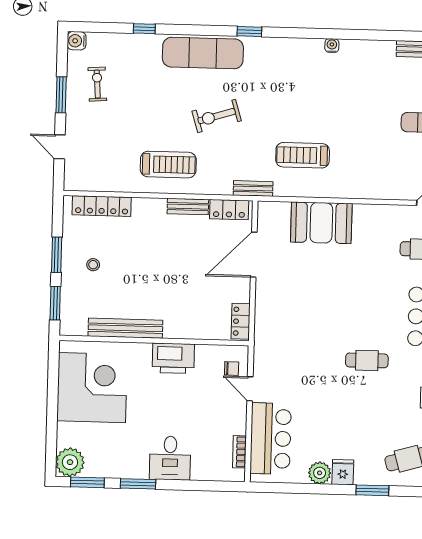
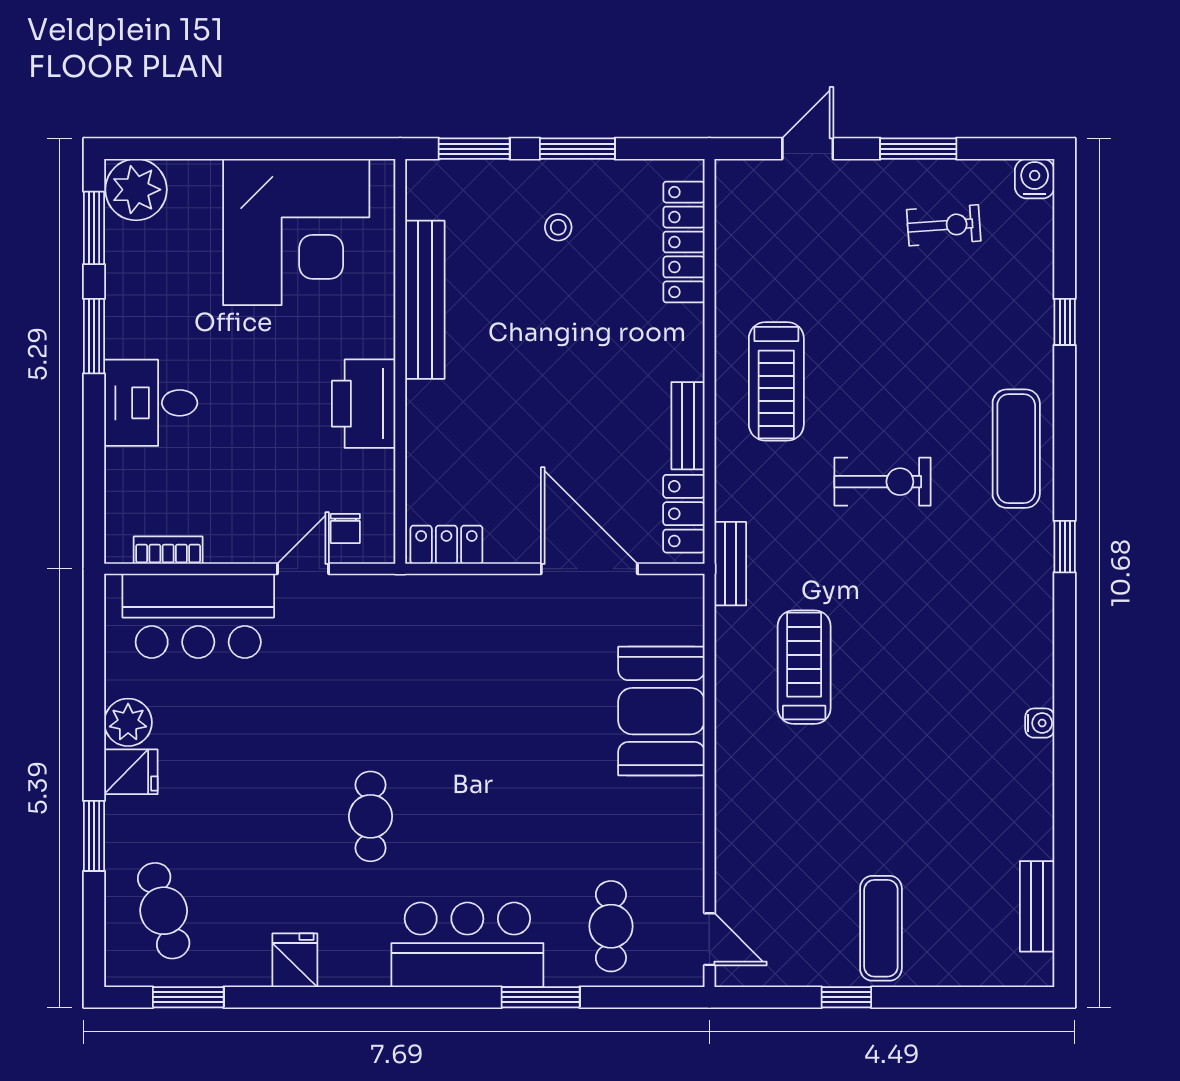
exercise mat: (203, 53) -> (1016, 449), width x0.73, depth x0.69
exercise bike: (217, 116) -> (883, 482), turned 107

